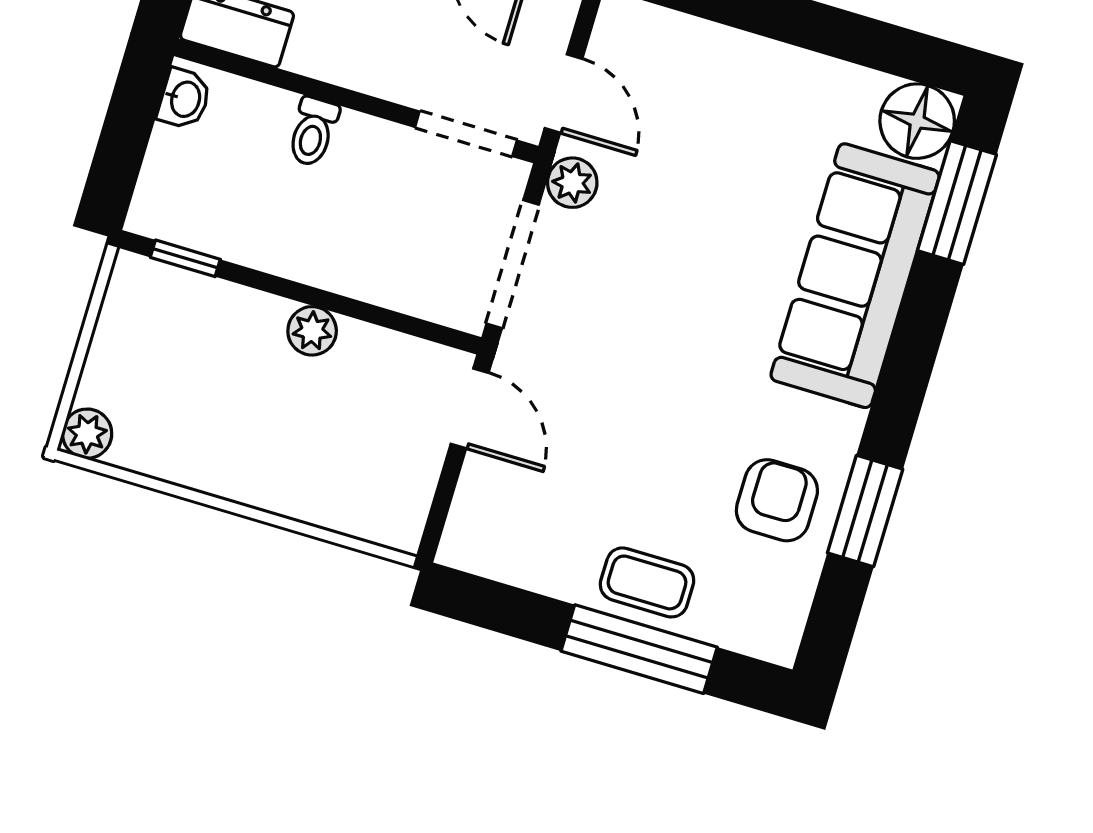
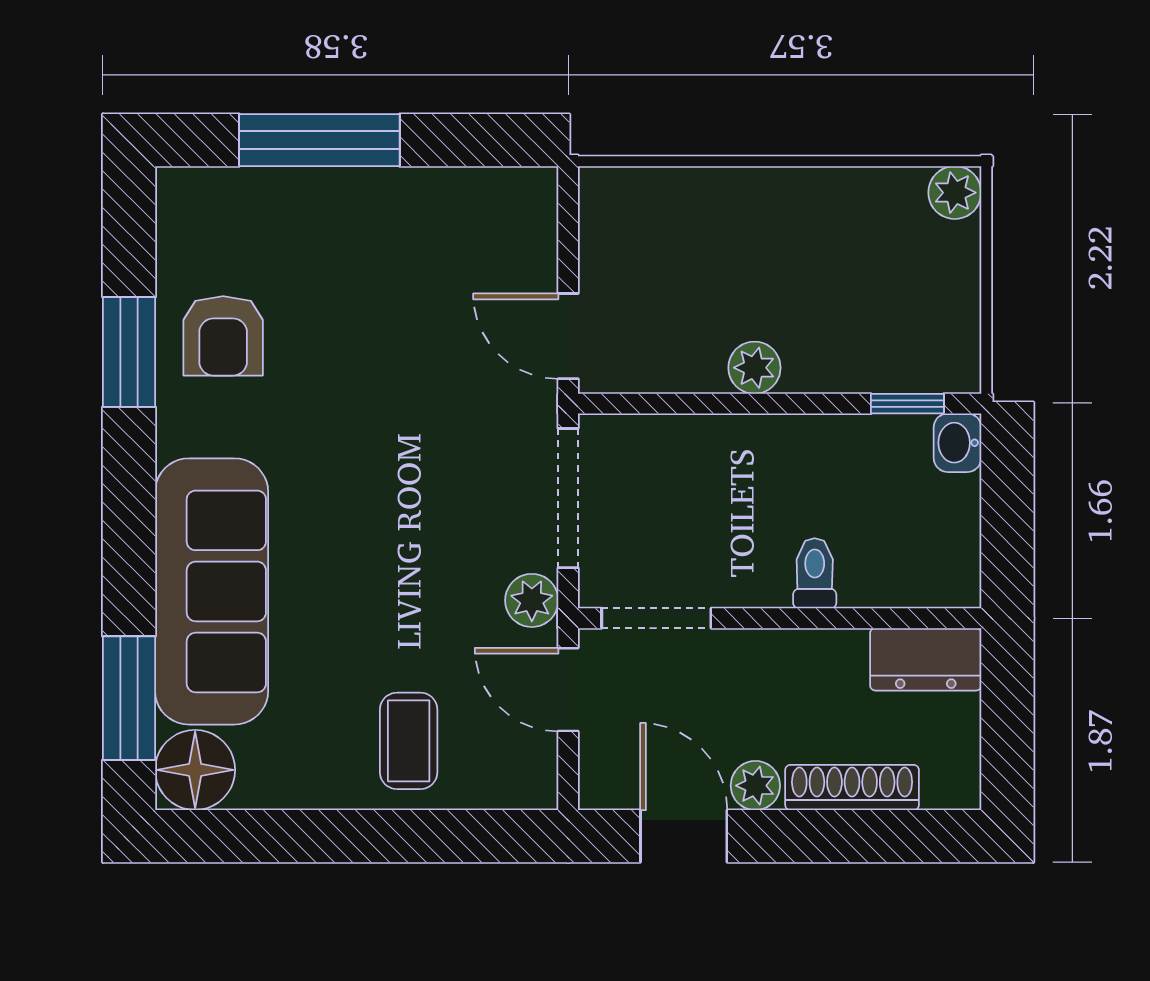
washbasin: (184, 99) -> (958, 443), moved
coffee table: (647, 582) -> (409, 741), moved, turned 90

